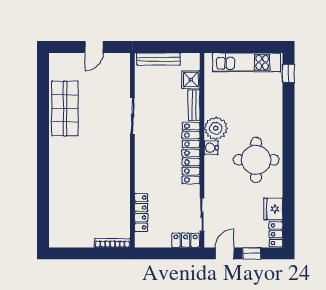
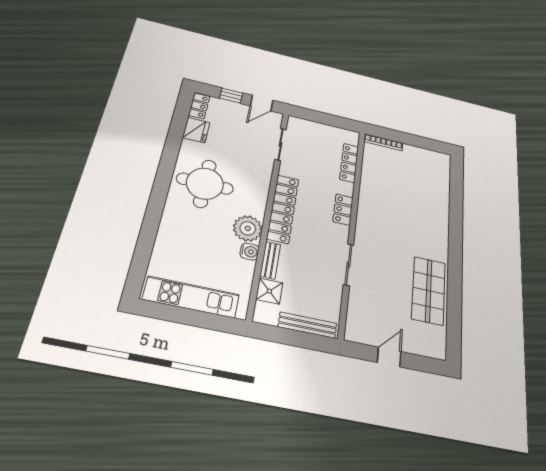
window: (288, 73) -> (137, 272), removed
water cooler: (211, 148) -> (249, 252), moved
locker: (185, 240) -> (343, 210), moved, turned 90

